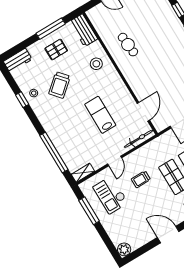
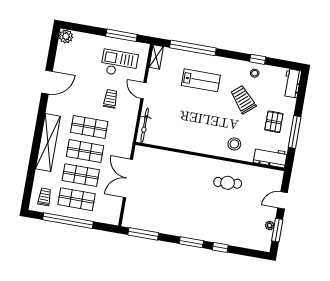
door: (143, 112) -> (163, 148), removed
lab bench: (100, 115) -> (201, 80), moved

